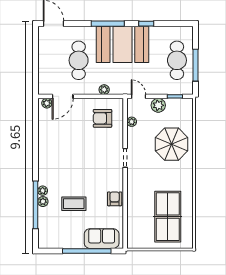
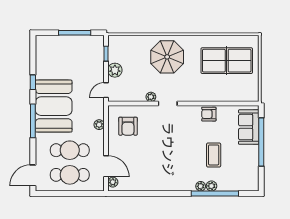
cafe table: (177, 60) -> (70, 175), moved
plant: (132, 122) -> (151, 97), moved
parasol: (171, 144) -> (167, 57), moved

